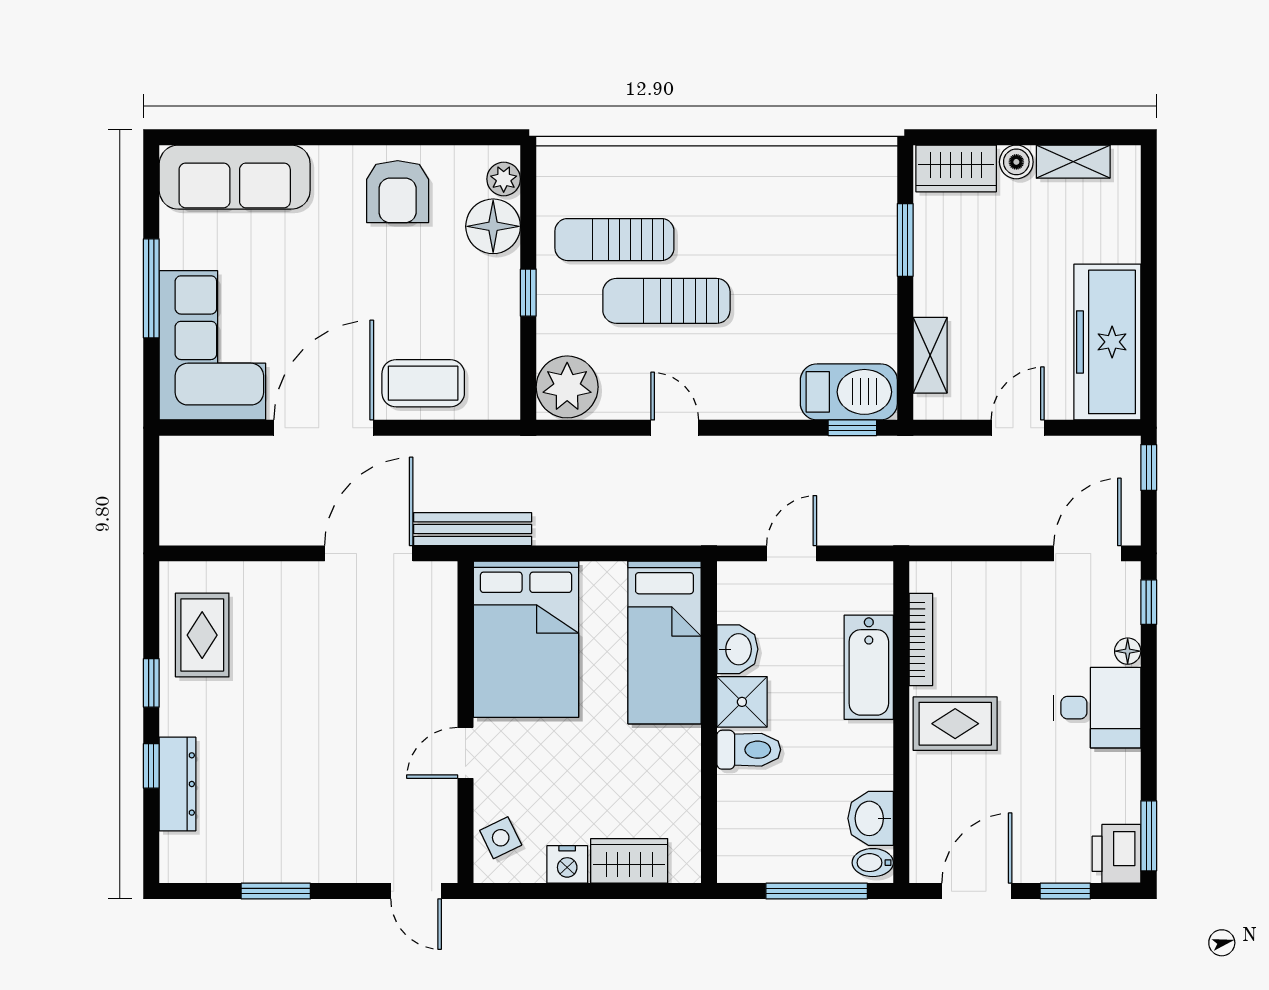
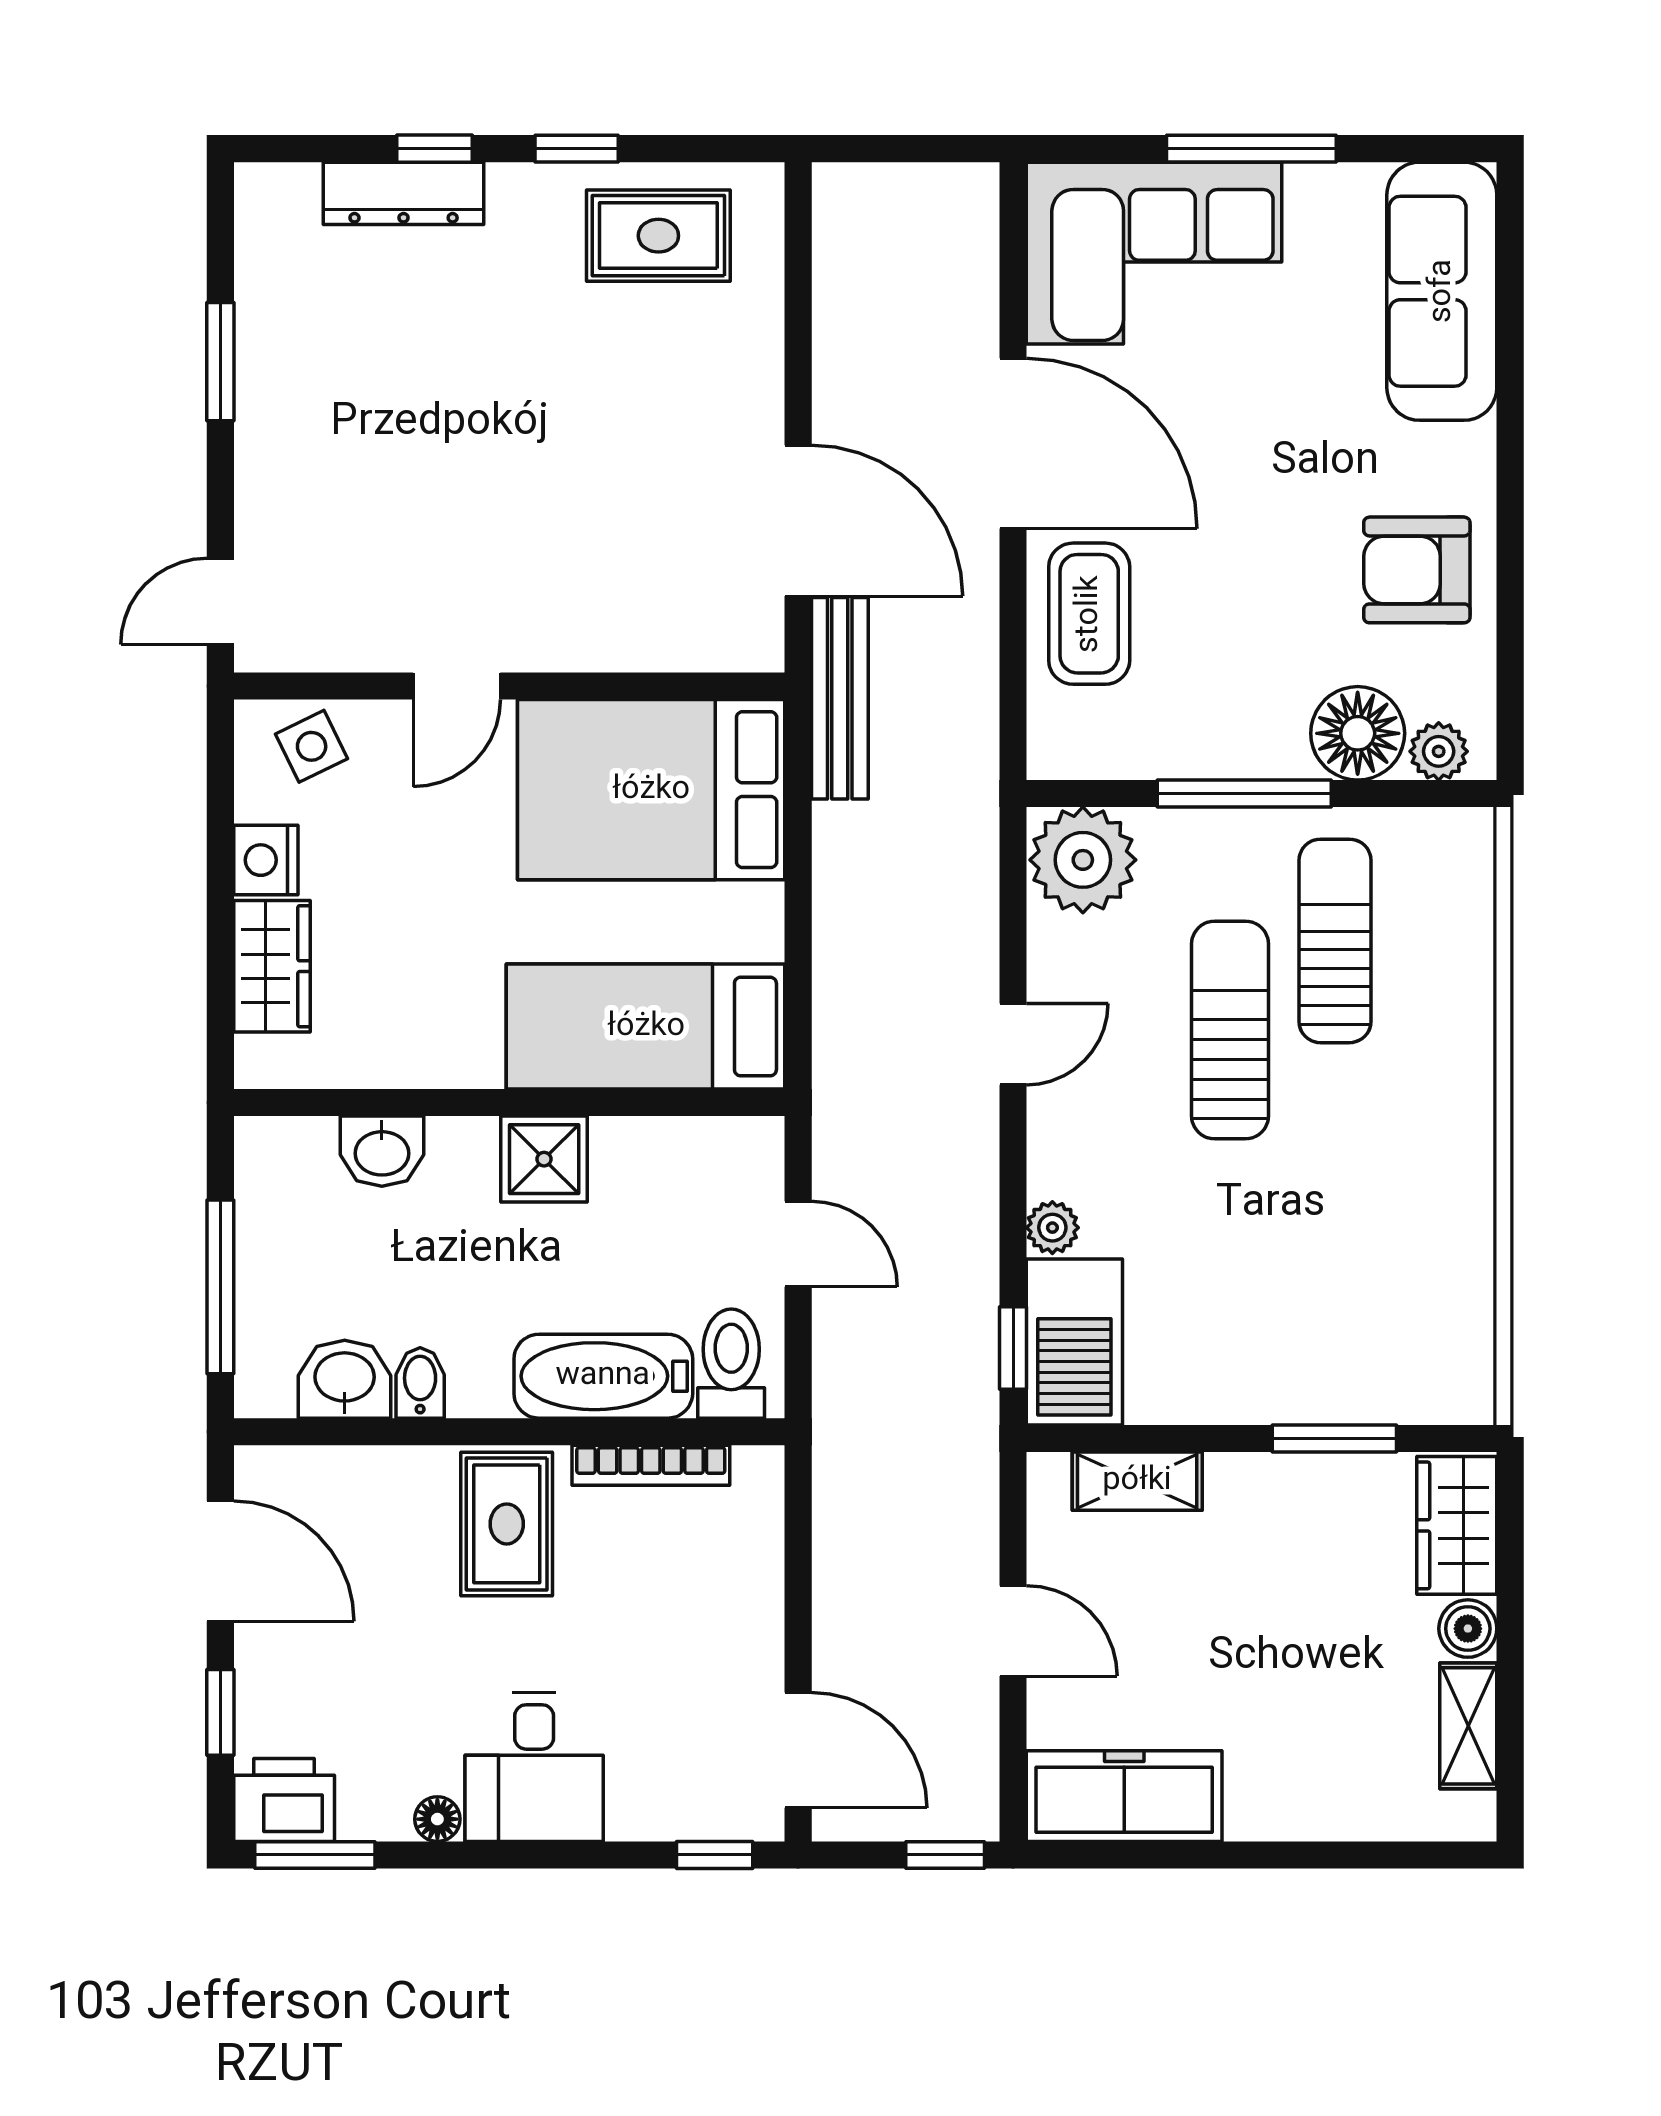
window: (528, 293) -> (1244, 794), width x2.17
freezer: (1107, 342) -> (1124, 1796), width x0.73, depth x0.79
plant: (782, 405) -> (1052, 1228), added
washbasin: (737, 649) -> (382, 1151), moved
floor lamp: (1128, 651) -> (437, 1819), moved
toilet: (749, 750) -> (731, 1364), moved, turned 180
door: (465, 753) -> (457, 686), swing flipped
bidet: (873, 863) -> (420, 1383), moved

